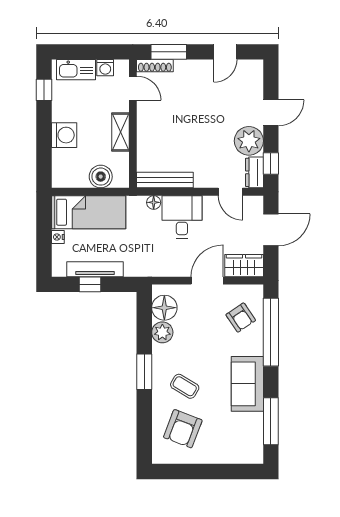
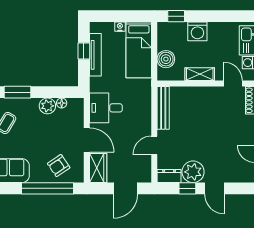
door: (133, 88) -> (233, 84), swing flipped
window: (44, 90) -> (176, 16), moved
window: (271, 164) -> (187, 188), moved
door: (230, 192) -> (154, 145), moved
floor lamp: (154, 202) -> (146, 99), removed
desk: (182, 217) -> (106, 108), moved, turned 180
door: (271, 230) -> (125, 188), hinge flipped
floor lamp: (164, 308) -> (62, 103), width x0.53, depth x0.53

